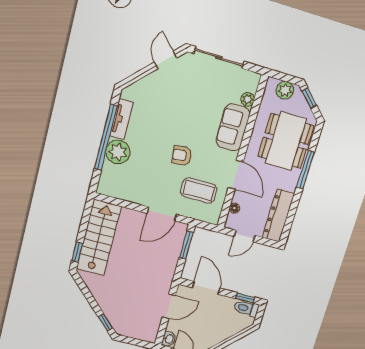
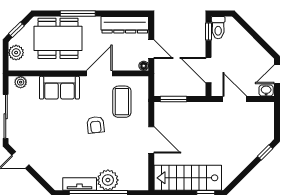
plant: (248, 99) -> (21, 82), moved
floor lamp: (234, 208) -> (144, 66), moved
door: (162, 214) -> (151, 140), moved
door: (206, 288) -> (208, 70), hinge flipped

